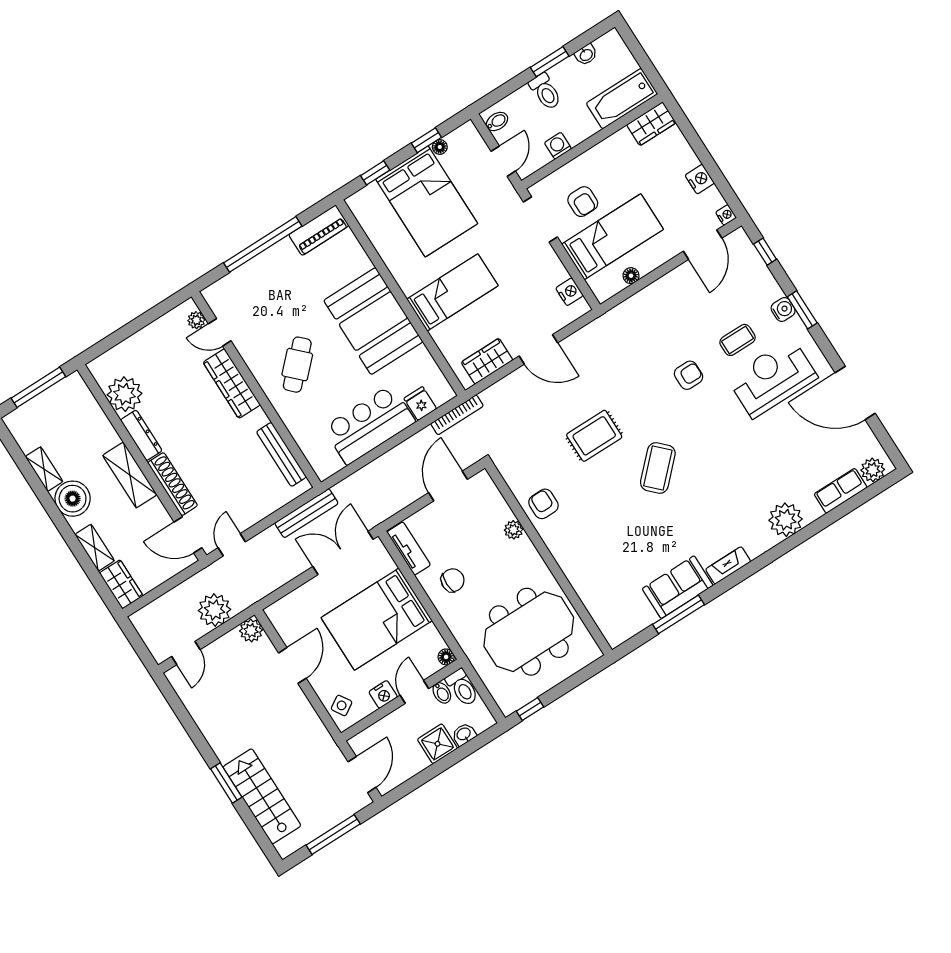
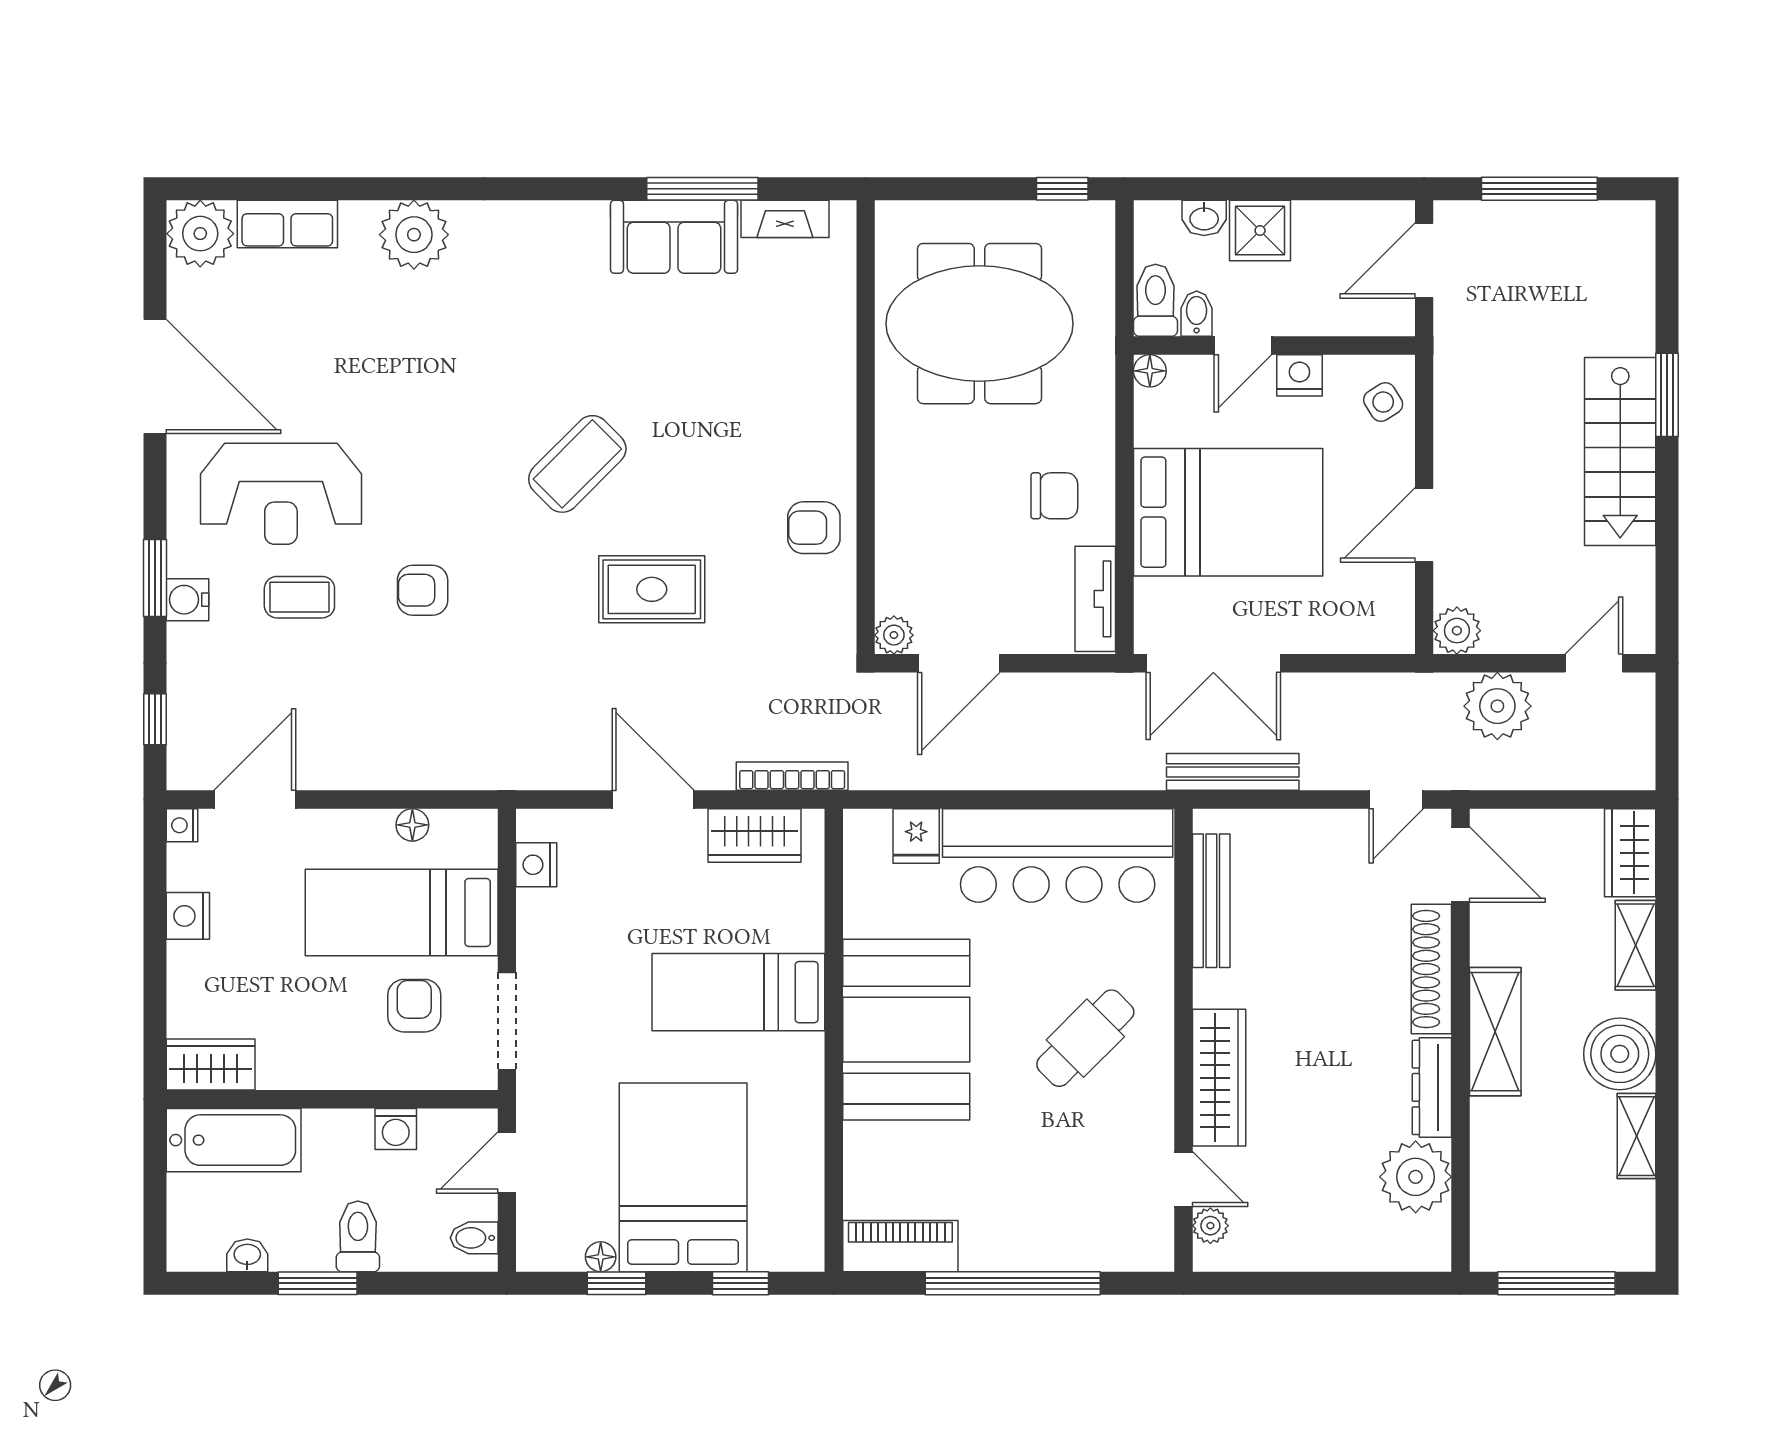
bookcase: (457, 415) -> (792, 776), moved
bar counter: (369, 425) -> (1058, 855), width x1.36
plant: (873, 470) -> (200, 234), width x1.36, depth x1.36
armchair: (543, 504) -> (814, 528), turned 90
plant: (514, 530) -> (894, 635), moved
fireplace: (728, 565) -> (785, 219), moved
chair: (453, 580) -> (1054, 496), turned 180
stairs: (262, 796) -> (1620, 451), moved

